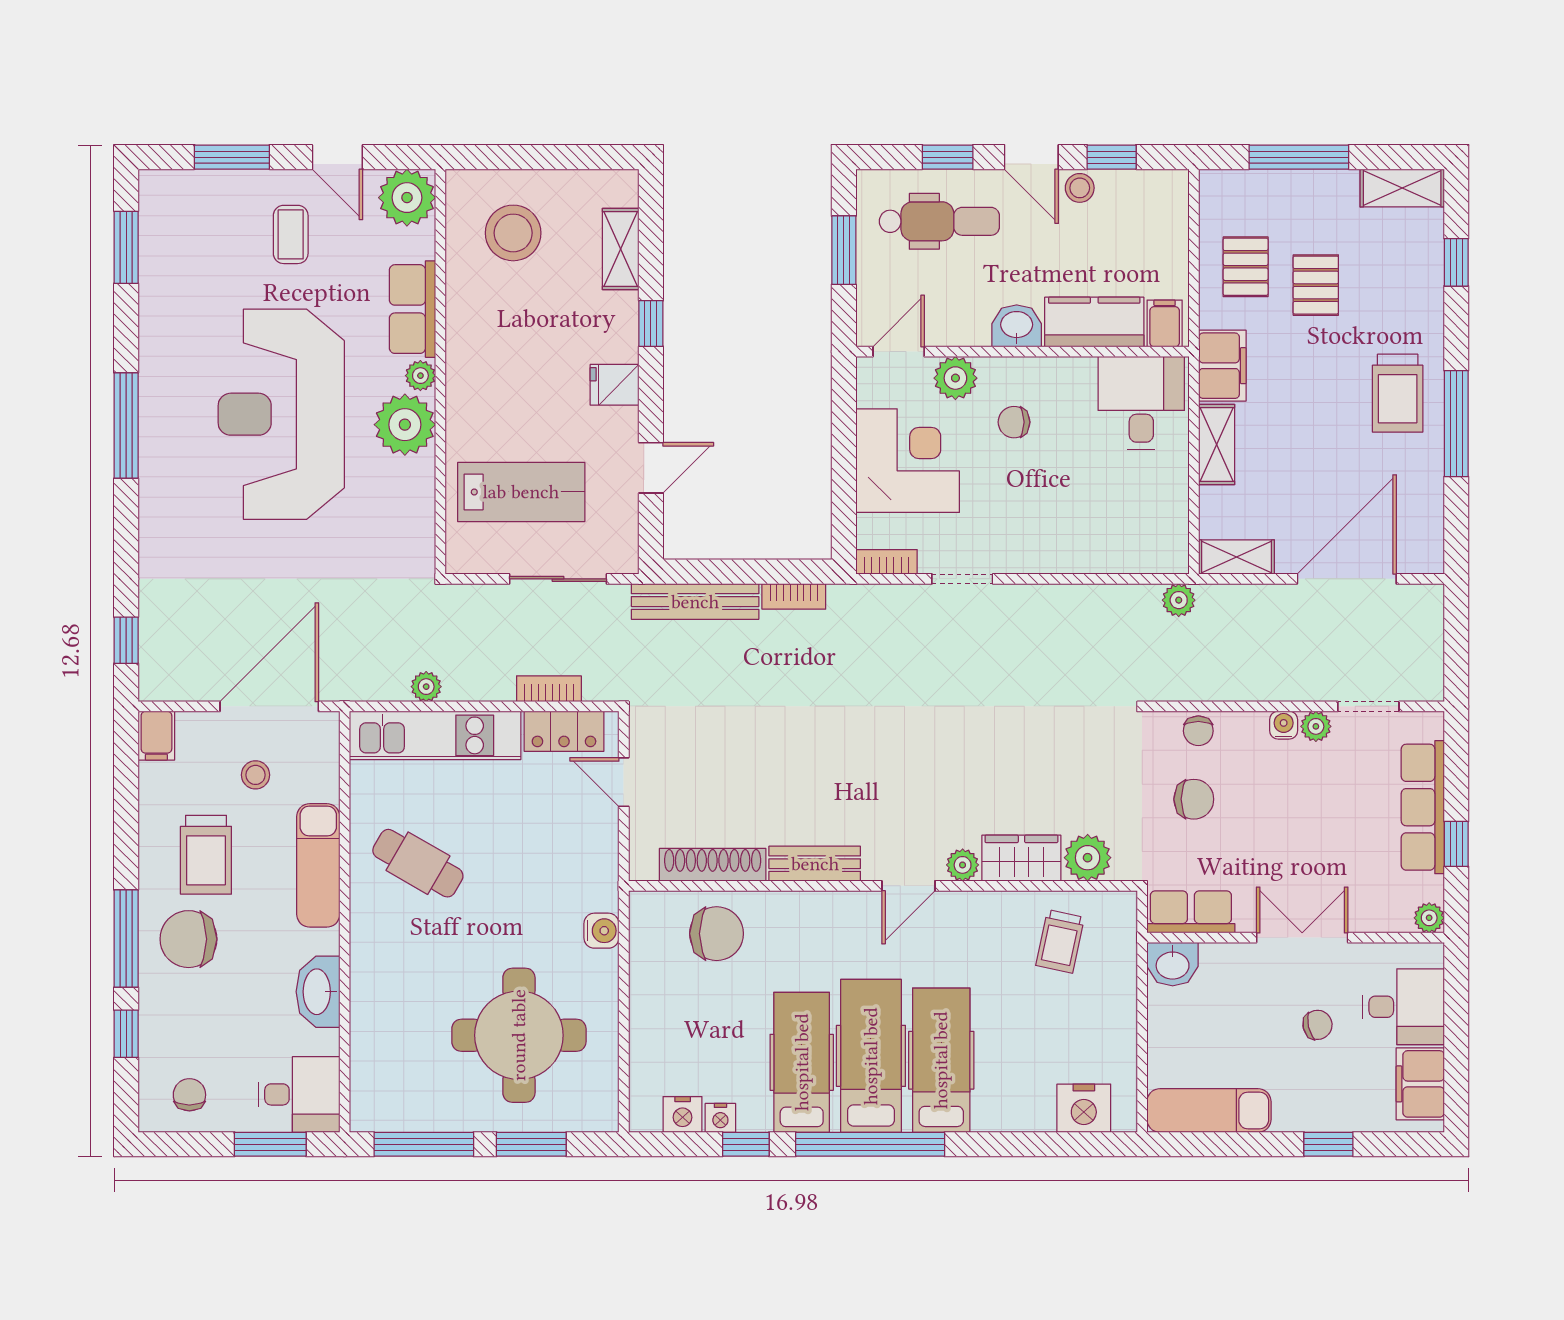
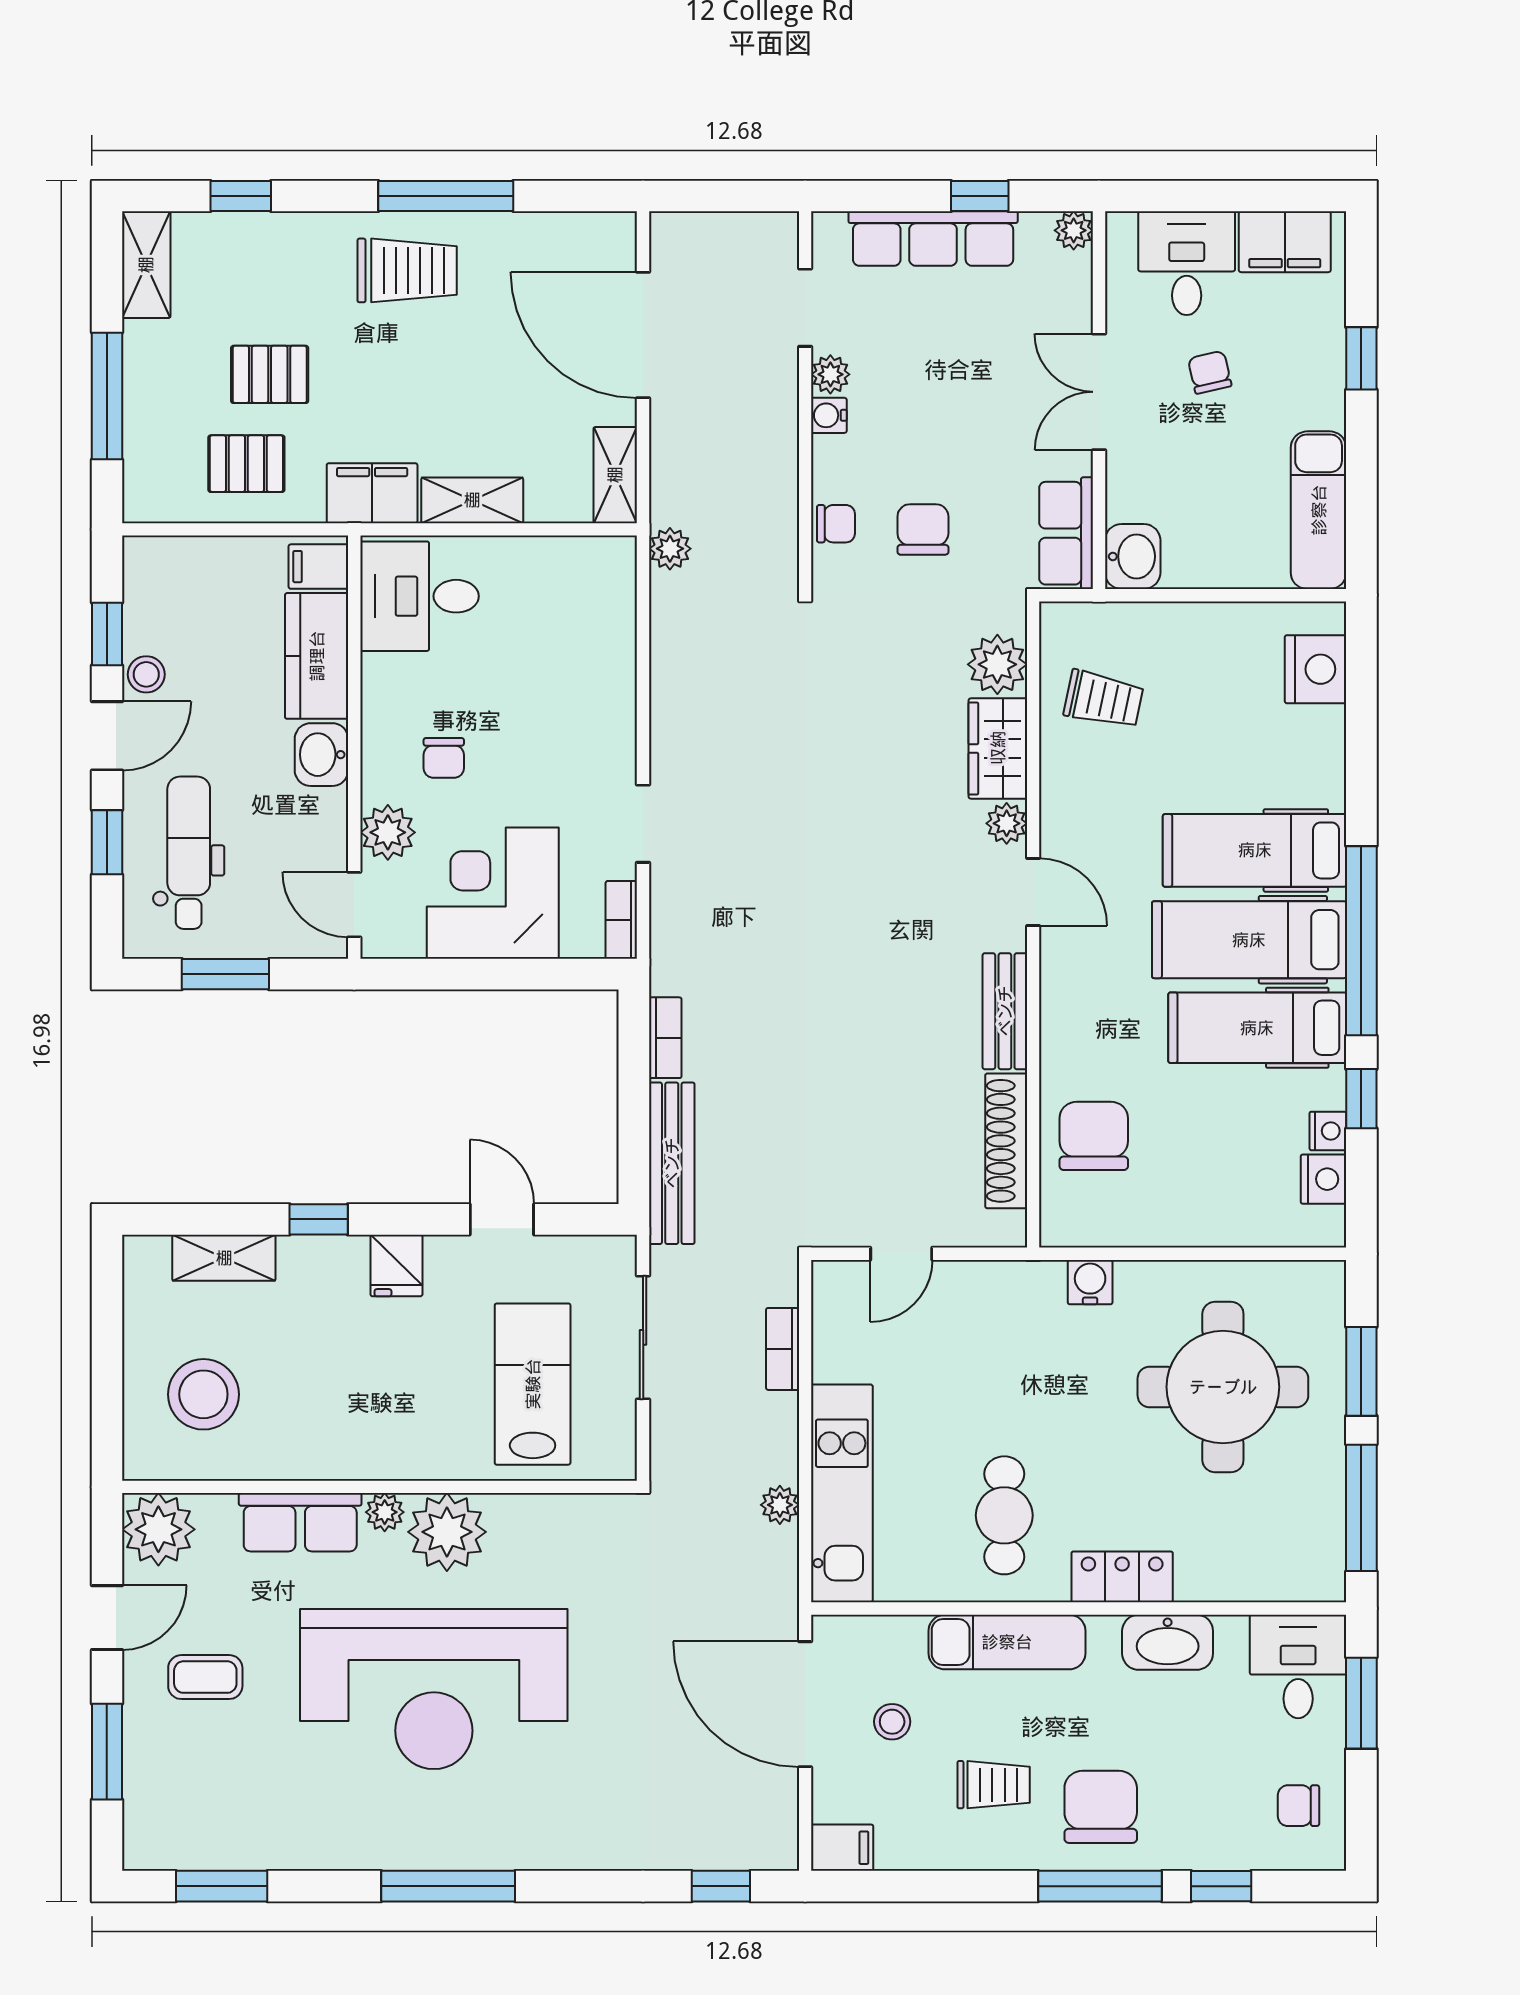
locker: (564, 731) -> (1122, 1577), moved, turned -90
trolley: (206, 855) -> (994, 1785), width x0.73, depth x0.72
cafe table: (418, 863) -> (1004, 1515), turned -30
chair: (189, 939) -> (1101, 1807), turned 180

